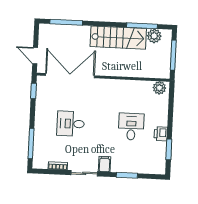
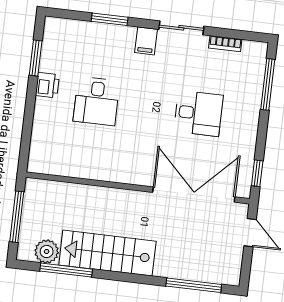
double door: (70, 76) -> (194, 195), swing flipped
plant: (159, 88) -> (44, 163), removed

